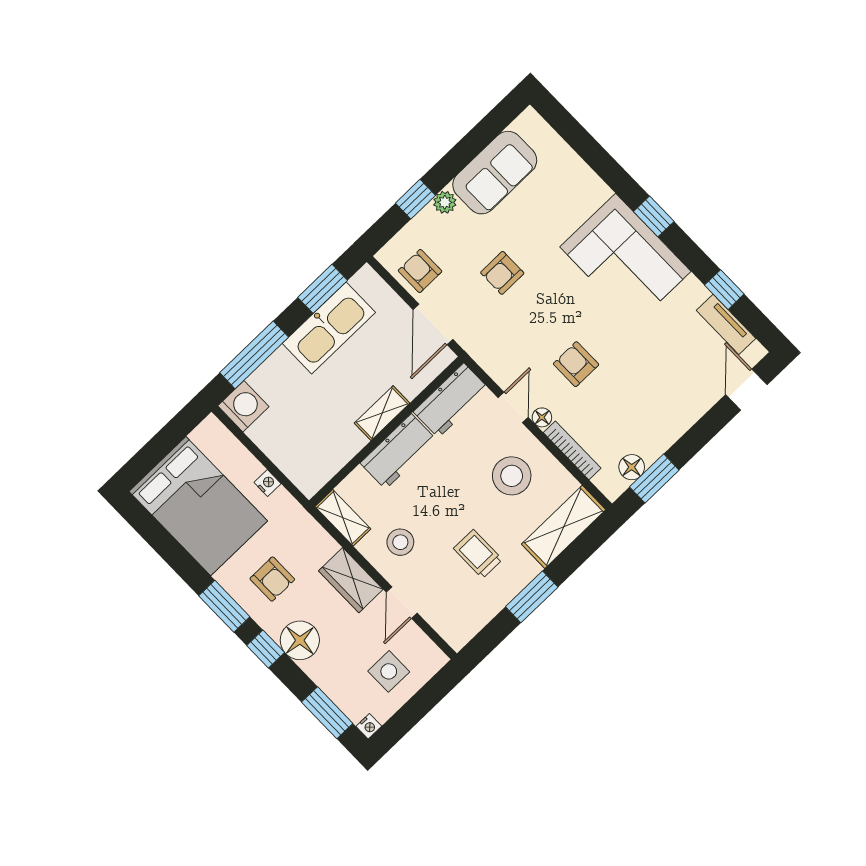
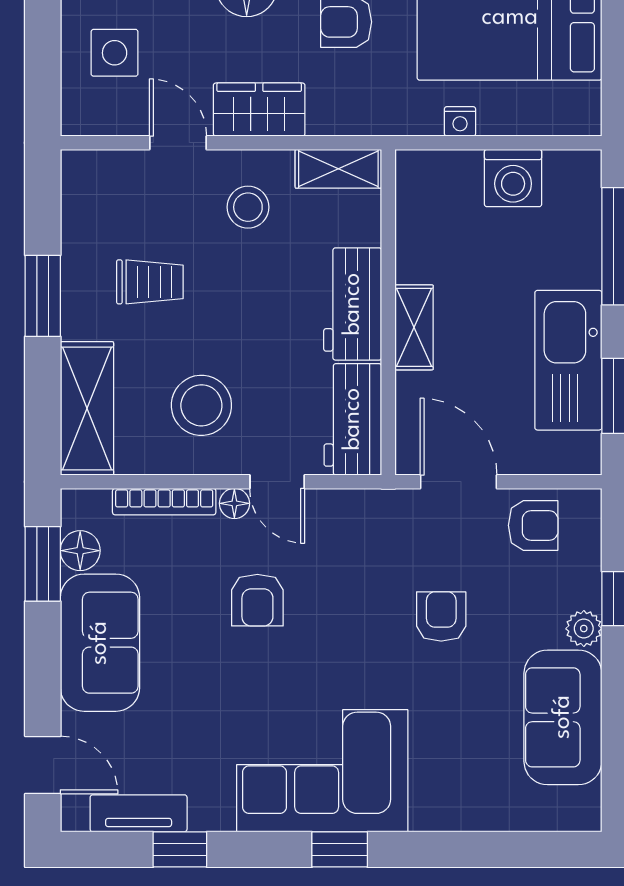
armchair: (576, 364) -> (257, 600), turned 90
washing machine: (243, 406) -> (513, 178), moved
sofa: (665, 417) -> (100, 643), added

